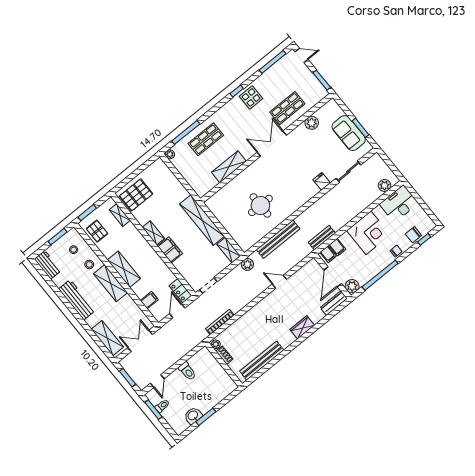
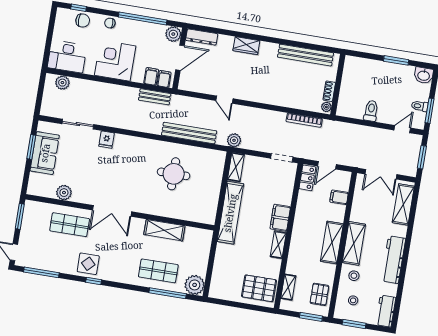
plant: (170, 154) -> (195, 285), width x1.87, depth x1.87
washbasin: (193, 416) -> (424, 75), moved

